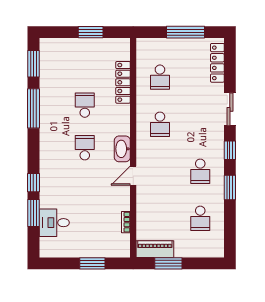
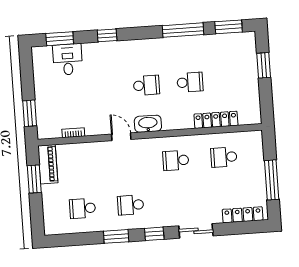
window: (91, 32) -> (264, 65), moved
window: (33, 213) -> (60, 39), moved
window: (92, 263) -> (30, 113), moved

